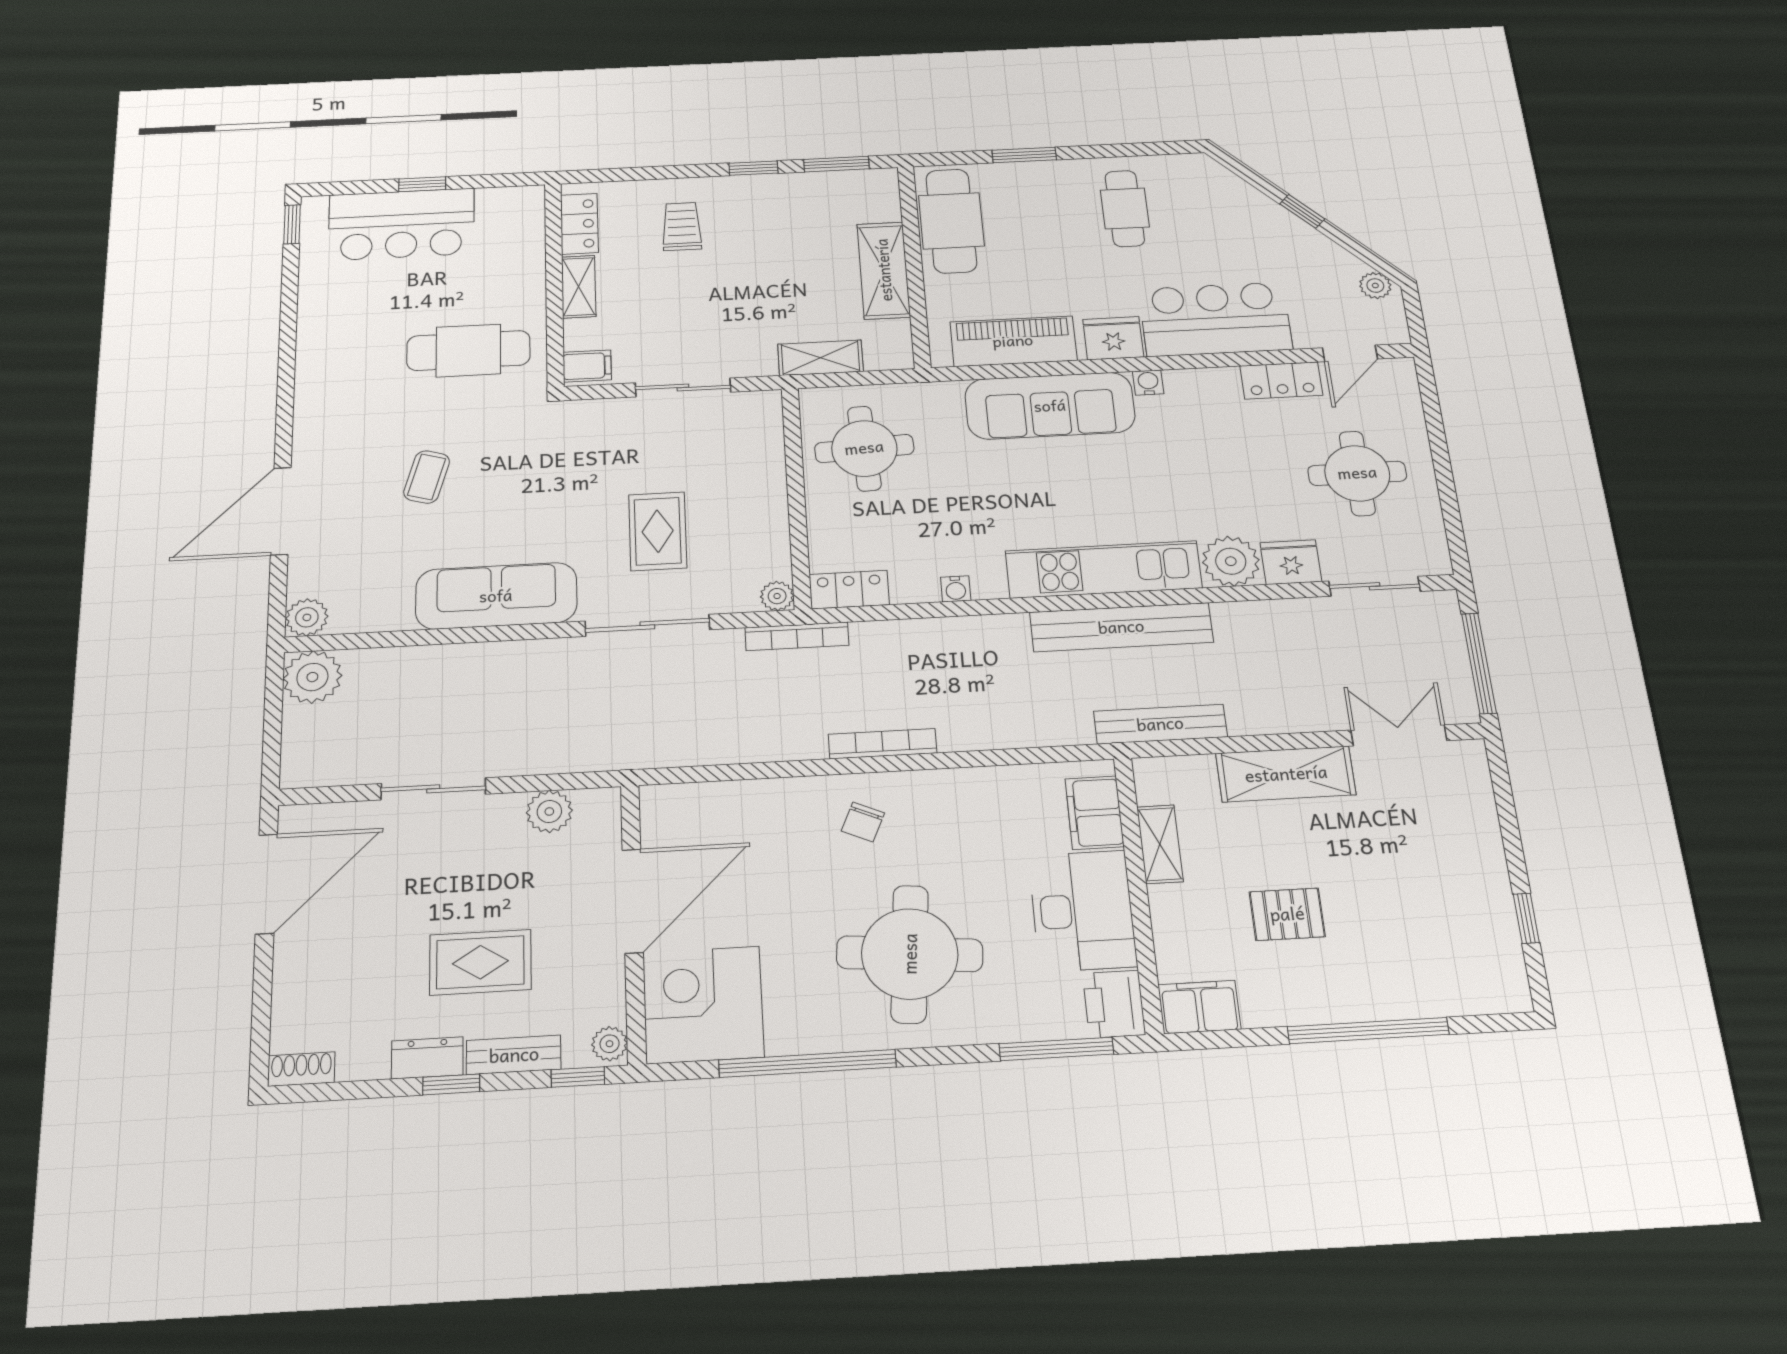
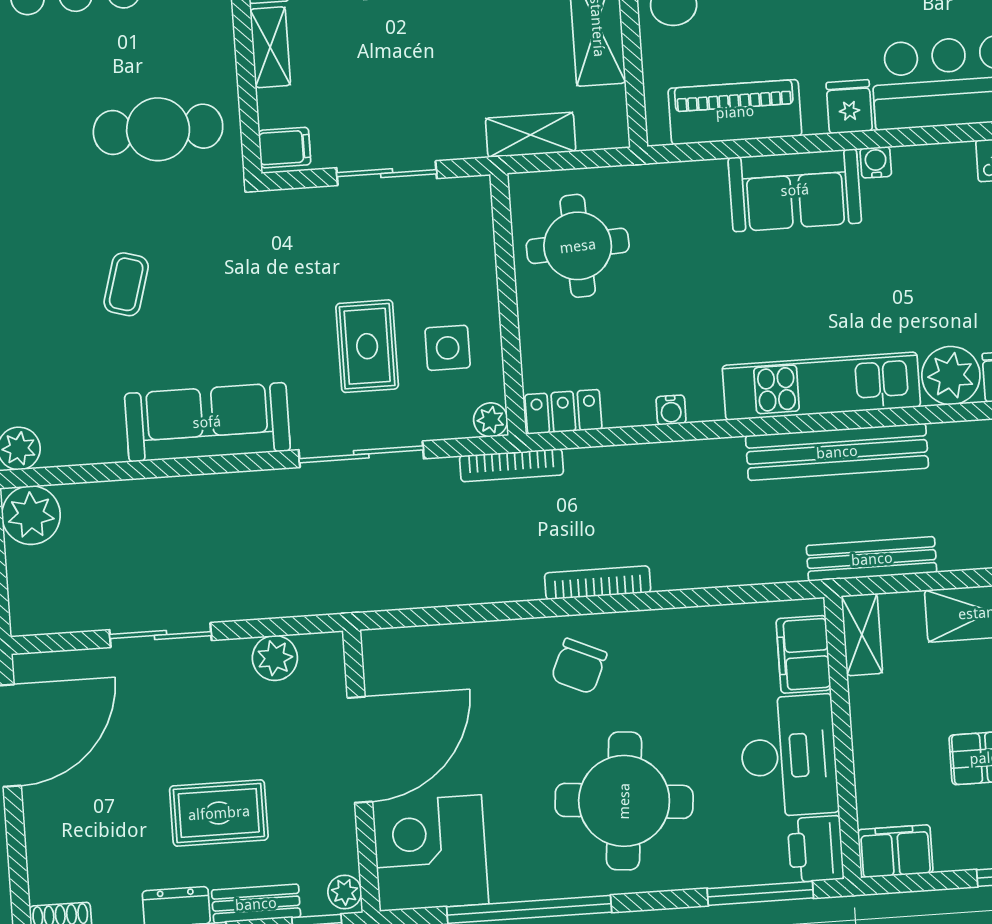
fridge: (1113, 338) -> (849, 107), width x0.72
sofa: (1050, 406) -> (795, 190), width x0.73
side table: (736, 533) -> (448, 348), added
chair: (863, 822) -> (579, 666), width x1.37, depth x1.37
shelving: (1160, 844) -> (862, 635), moved

